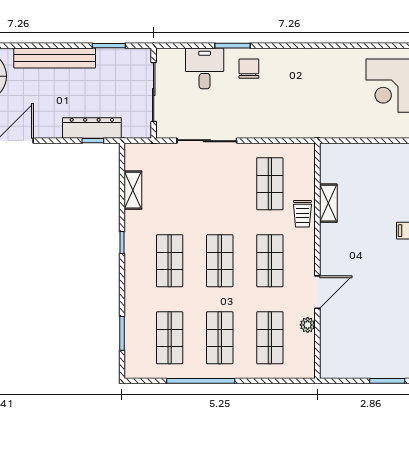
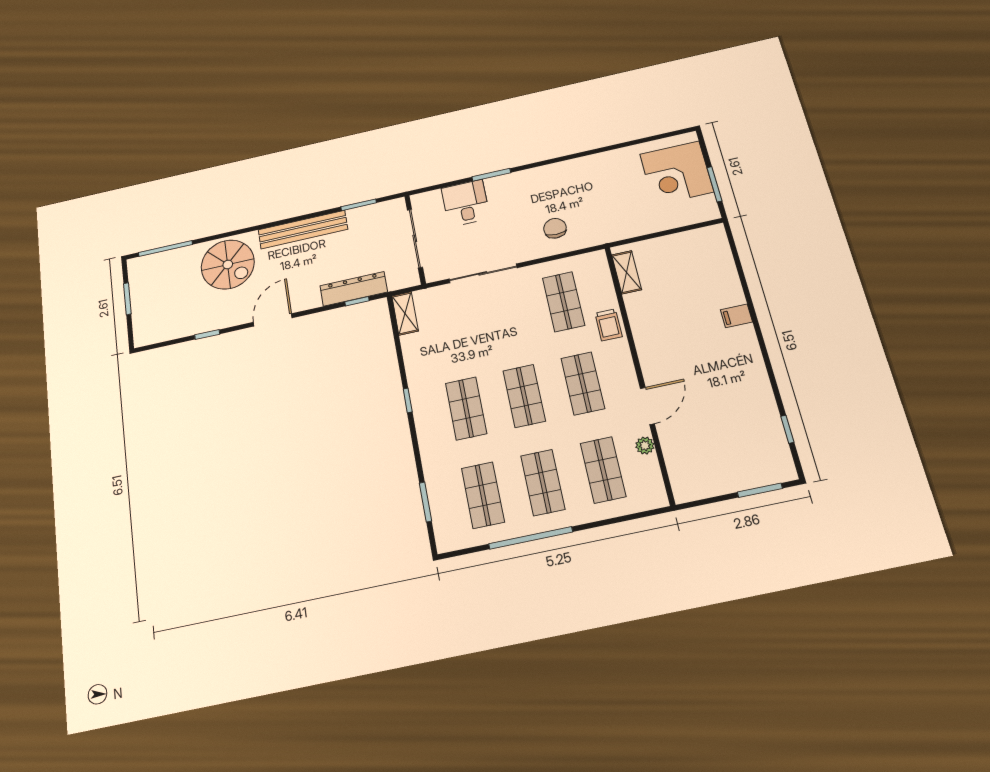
chair: (249, 69) -> (555, 228), moved
shelving: (133, 190) -> (405, 313), moved
shelving: (328, 203) -> (627, 272), moved

